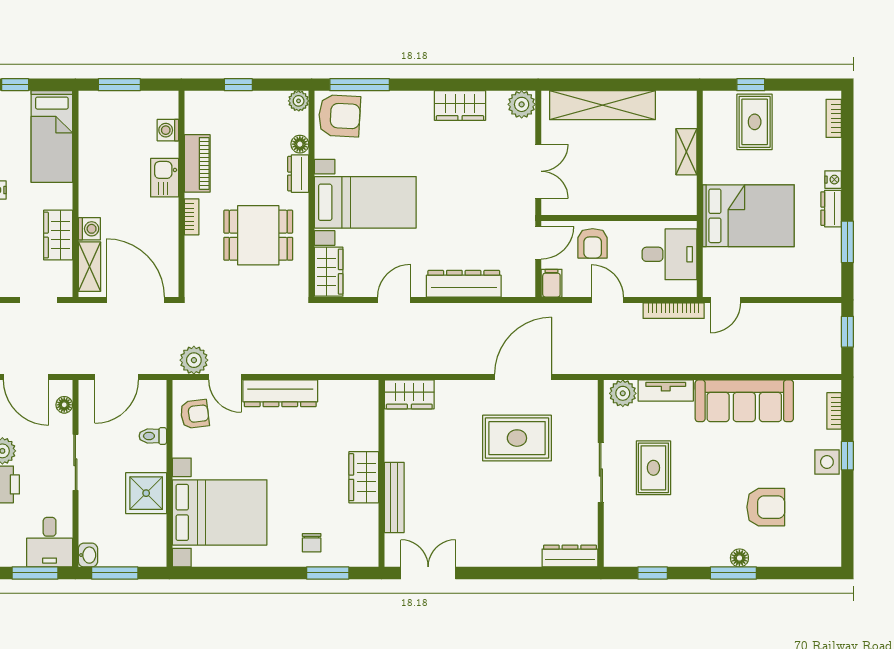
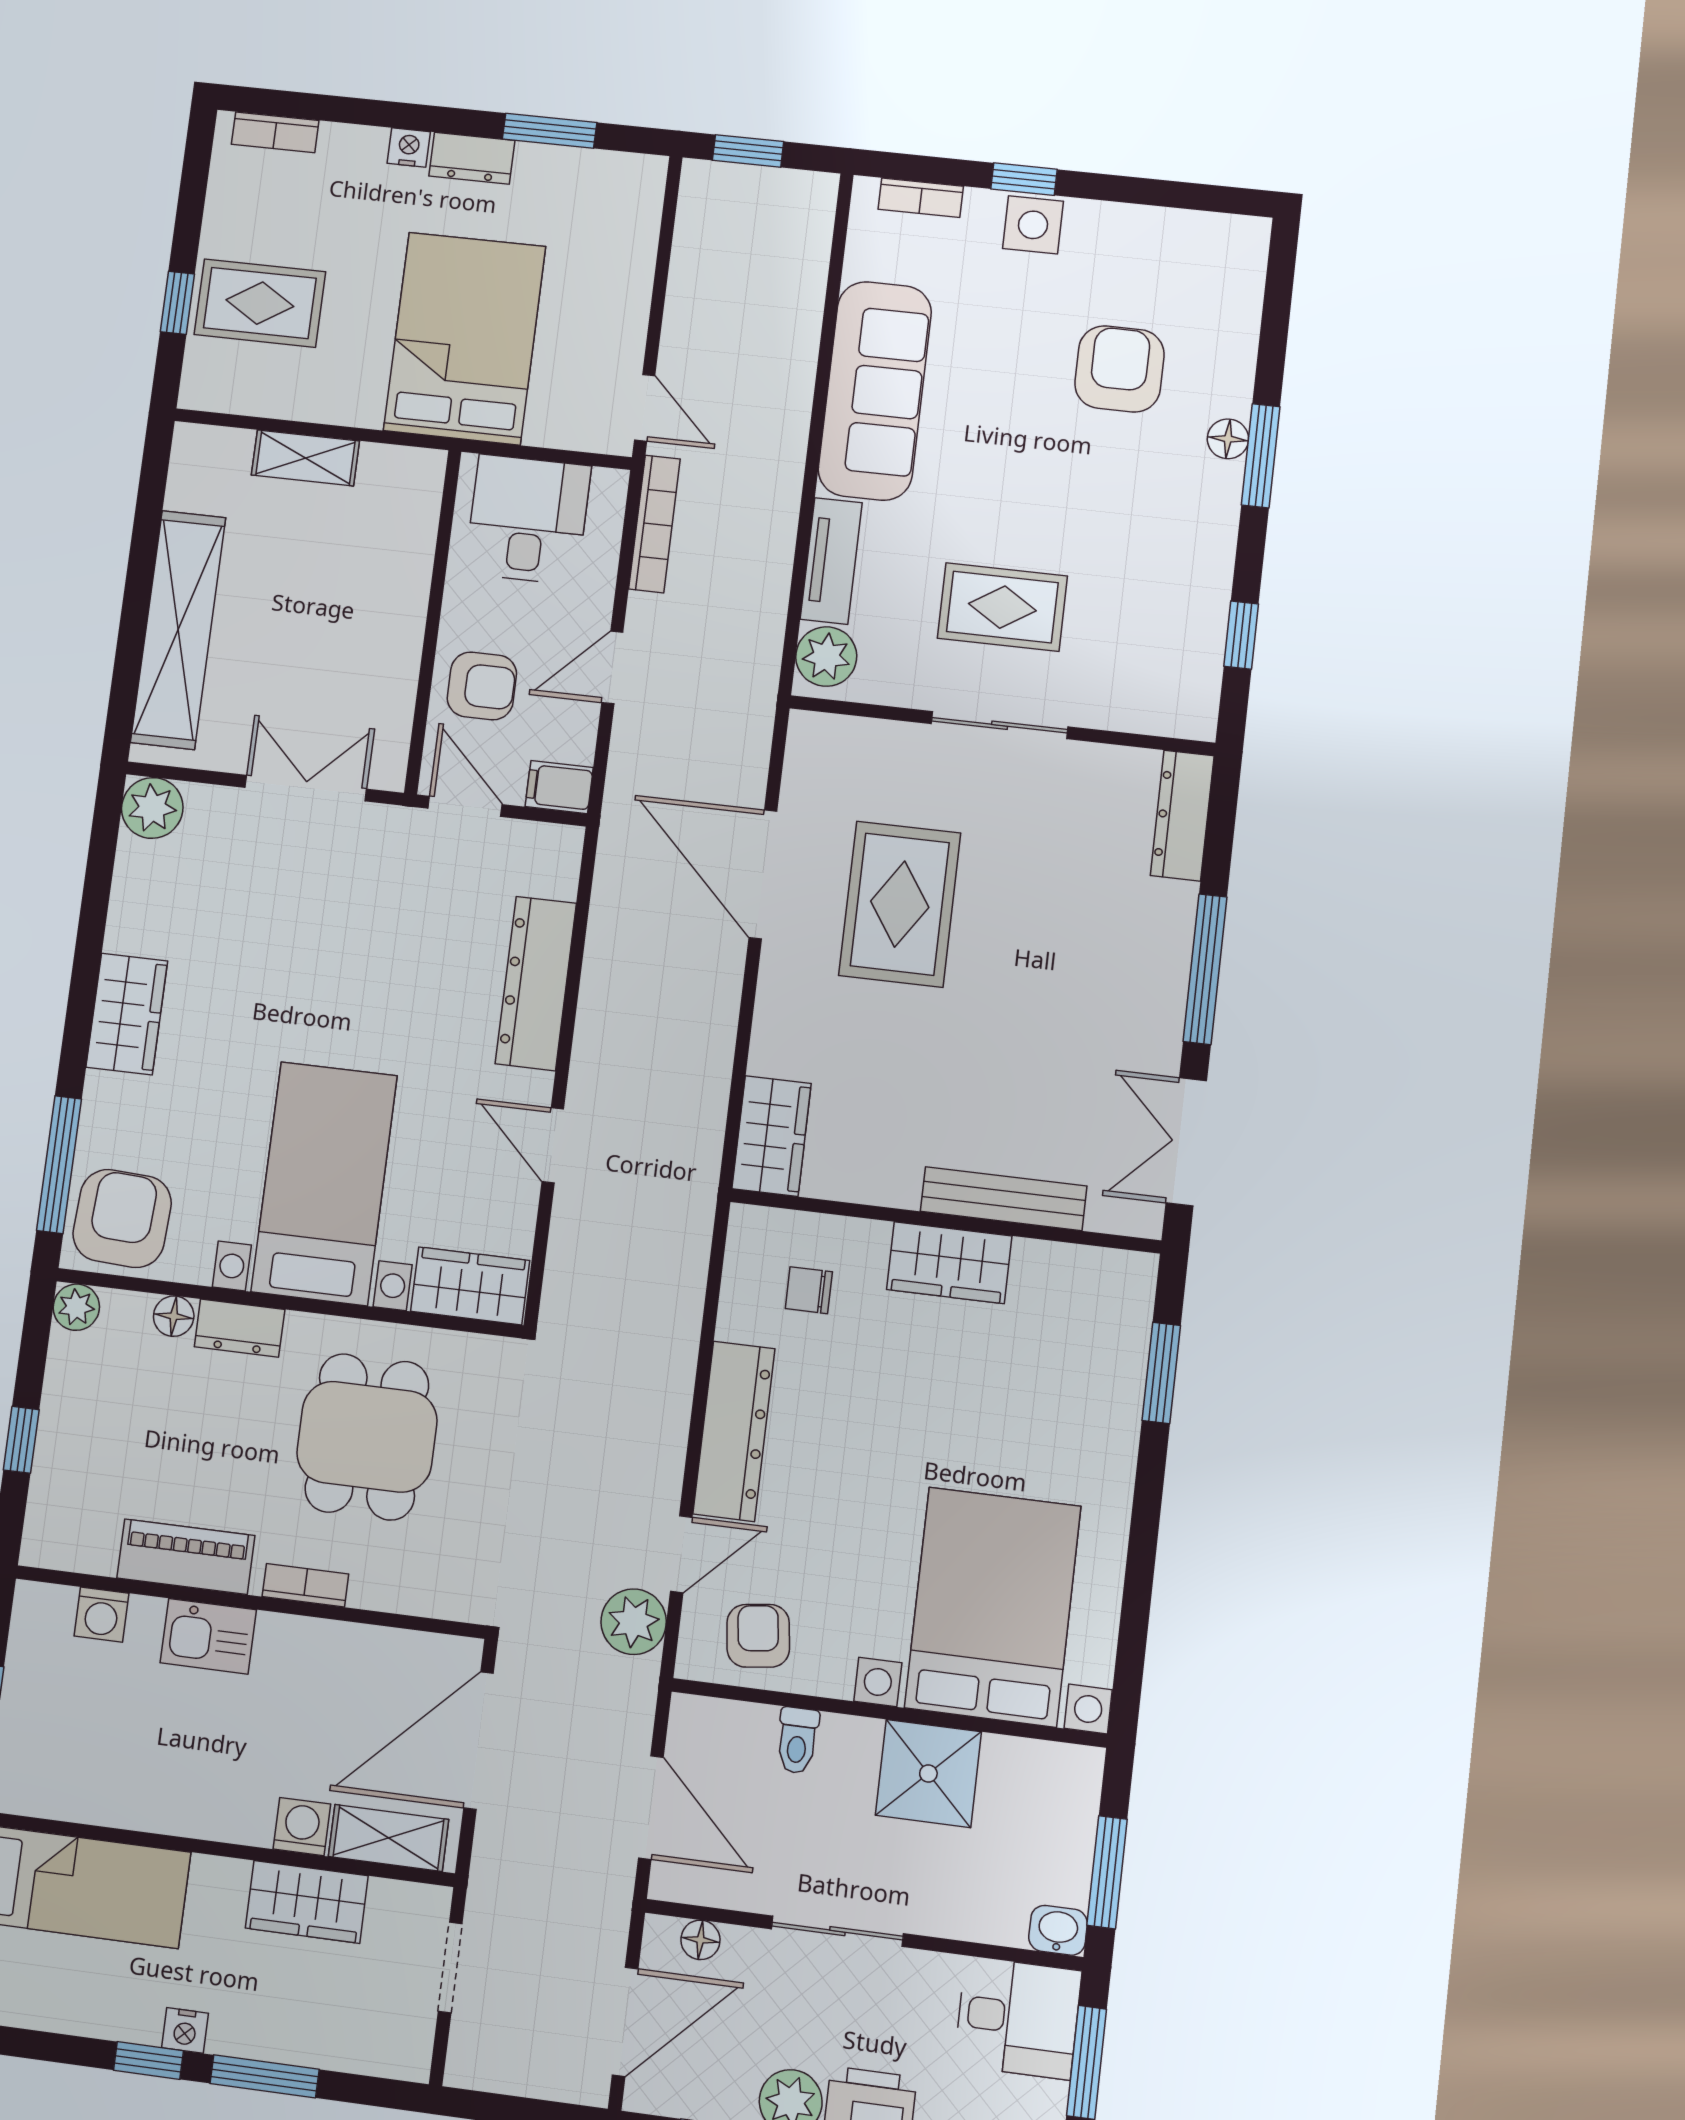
wardrobe: (460, 106) -> (127, 1014), moved
chair: (312, 543) -> (809, 1290), moved, turned 180
window: (504, 573) -> (1205, 969), added

